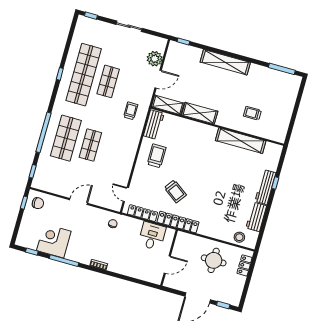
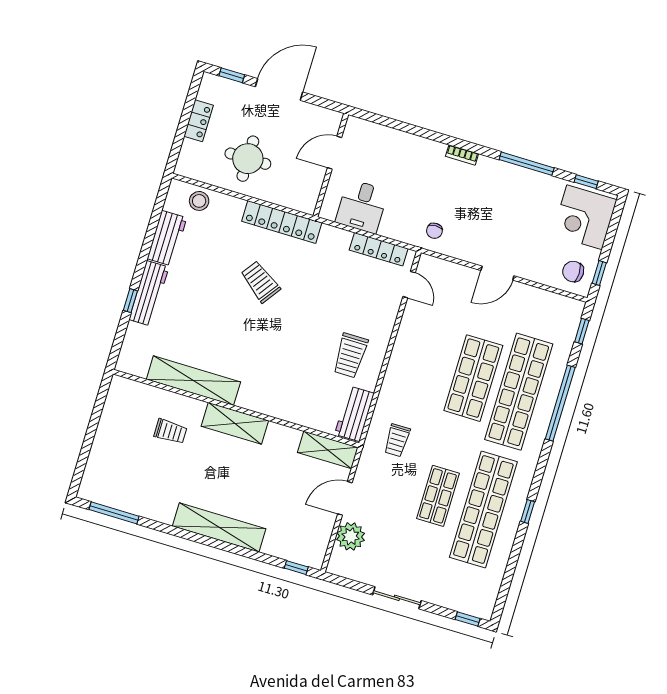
shelving: (200, 113) -> (235, 423), moved
shop shelf: (66, 138) -> (519, 392), width x1.40
shop shelf: (90, 145) -> (473, 378), width x1.43, depth x1.36
trolley: (175, 191) -> (260, 282), moved
locker: (178, 222) -> (282, 222), moved
corner desk: (54, 241) -> (584, 217), moved, turned 90
locker: (245, 265) -> (199, 121), moved

